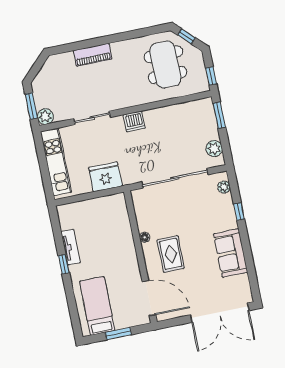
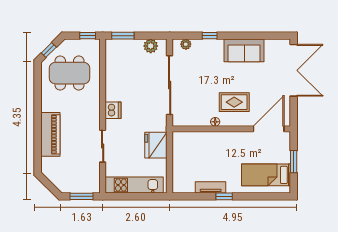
piano: (93, 55) -> (50, 134), width x1.37, depth x1.33
plant: (45, 116) -> (93, 186), removed

